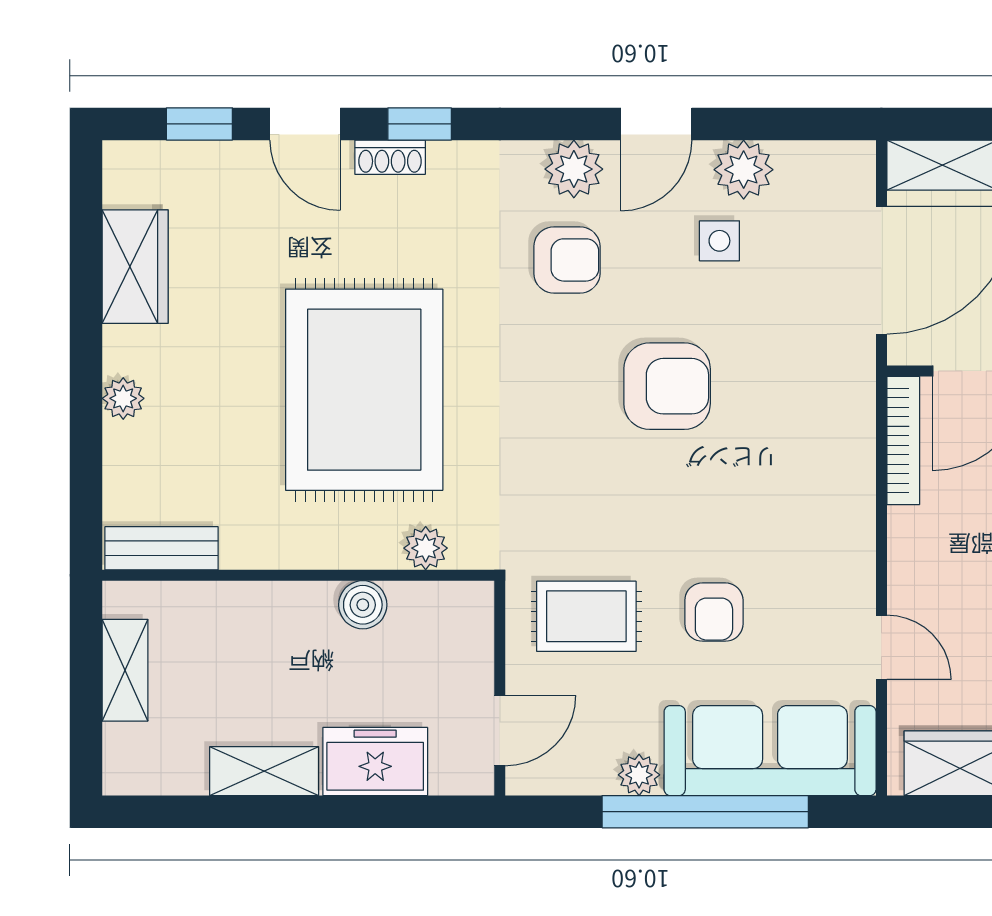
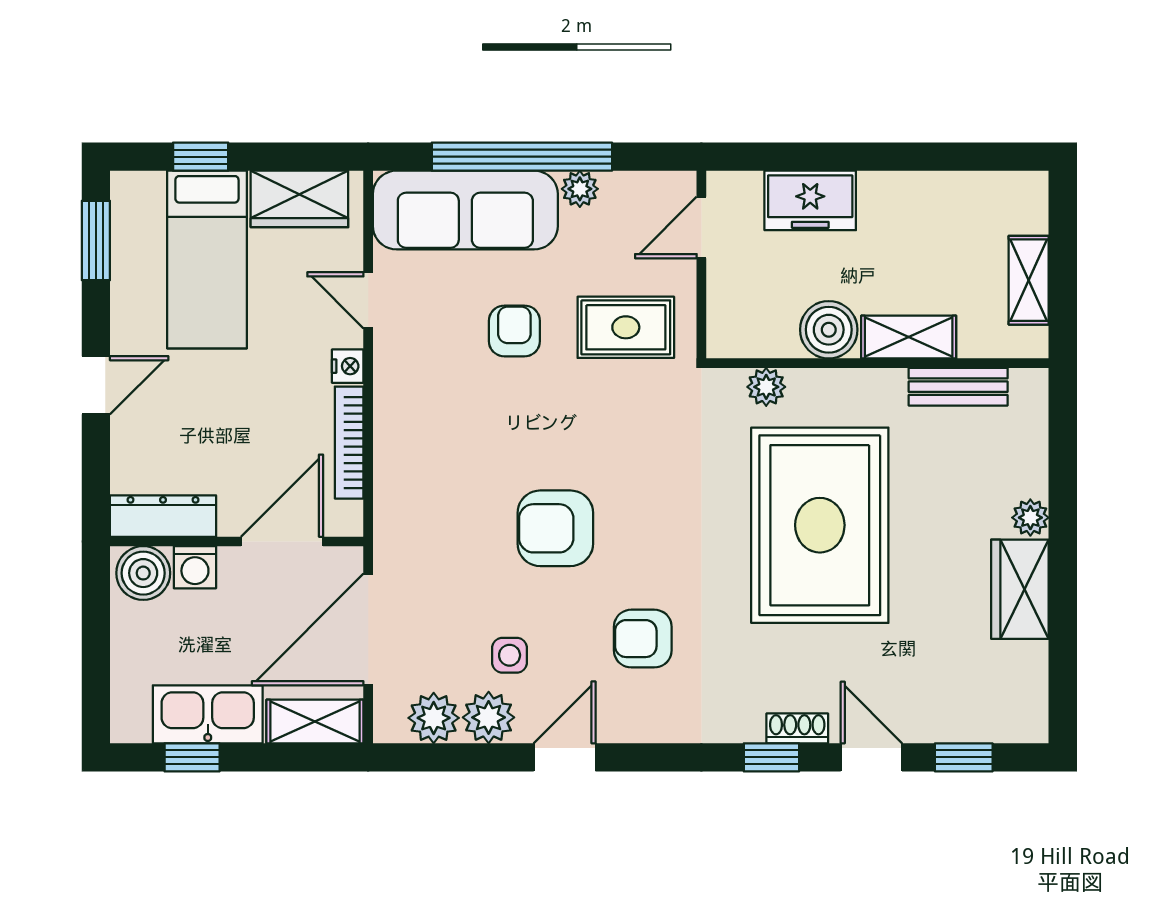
plant: (574, 169) -> (434, 718), moved
wardrobe: (135, 267) -> (1020, 589), moved
bookcase: (903, 441) -> (349, 443), moved
bench: (162, 548) -> (958, 387), moved
nightstand: (905, 572) -> (348, 366), added
boiler: (363, 605) -> (829, 330), width x1.36, depth x1.36
shelving: (264, 771) -> (909, 337), moved

